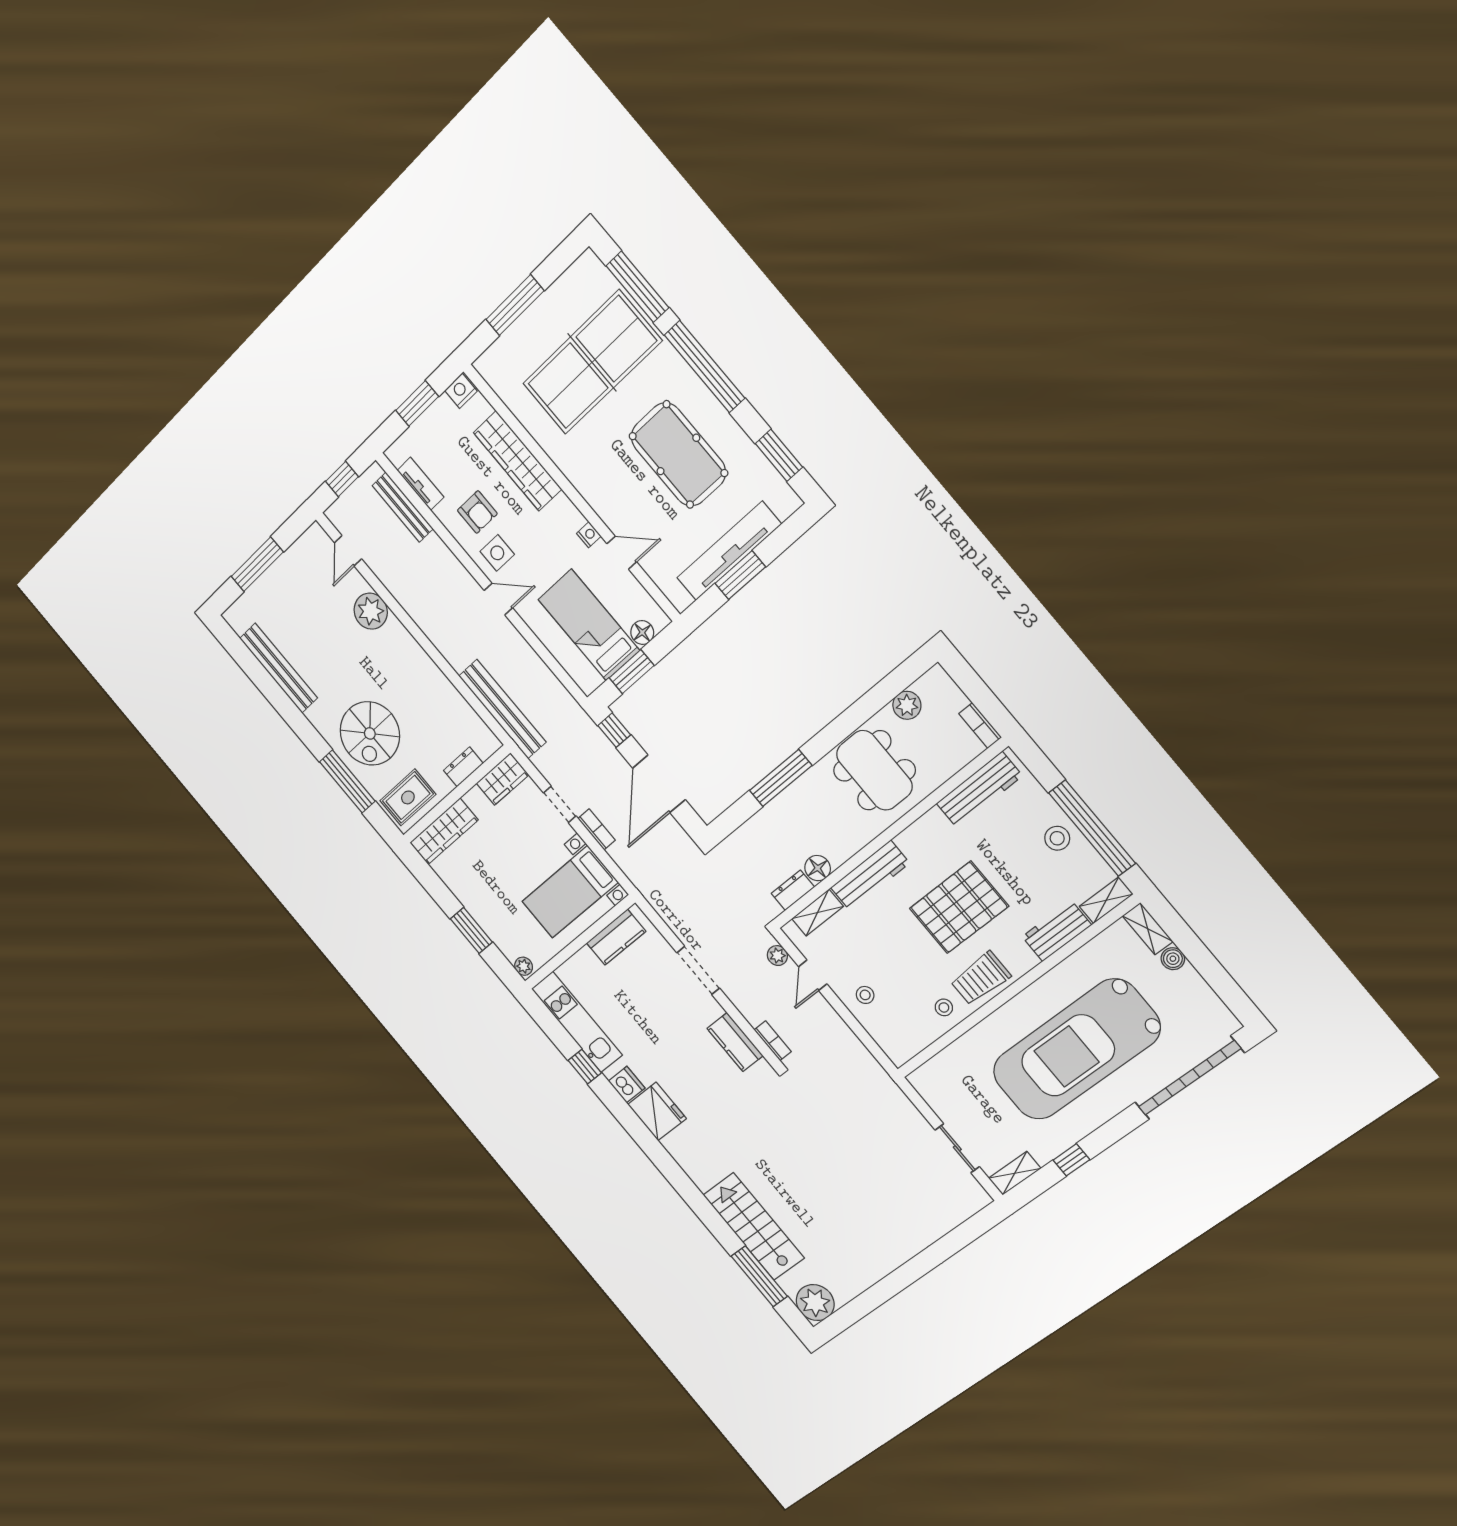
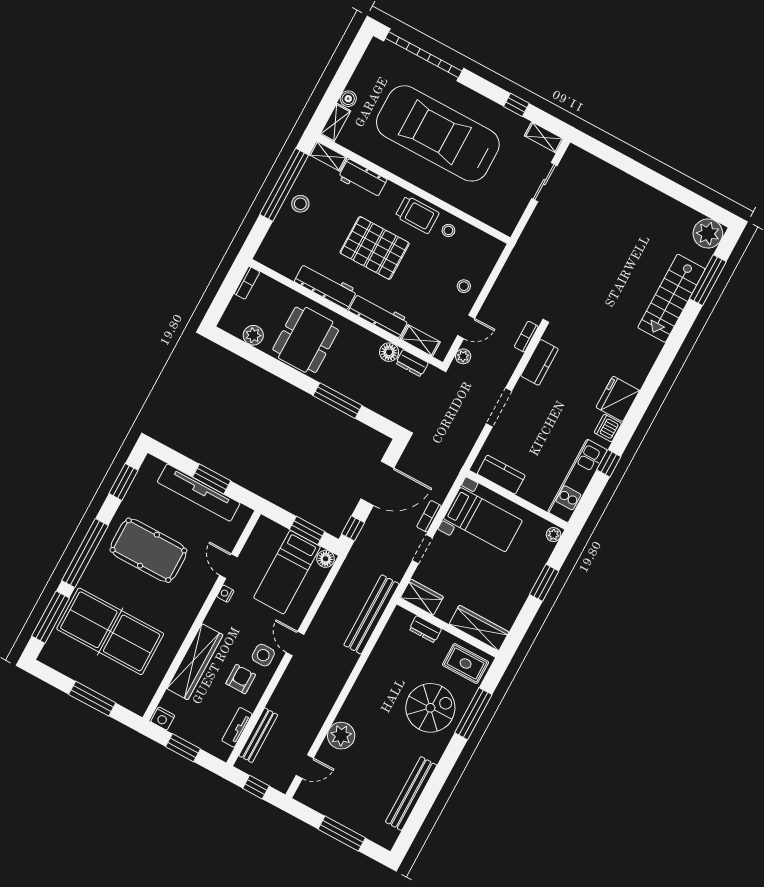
pool table: (678, 455) -> (148, 550), turned 90
floor lamp: (642, 632) -> (326, 559), moved
workbench: (979, 790) -> (326, 286), moved
car: (1076, 1050) -> (438, 133), turned 180

